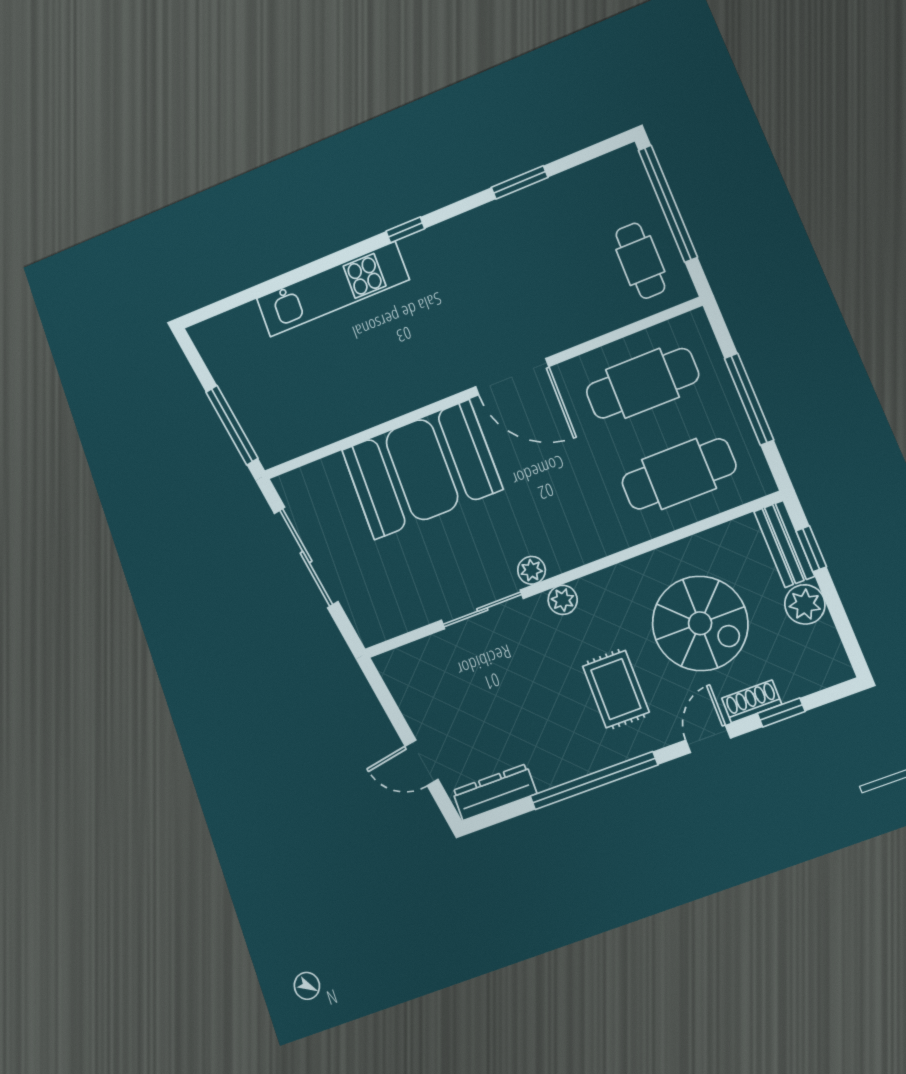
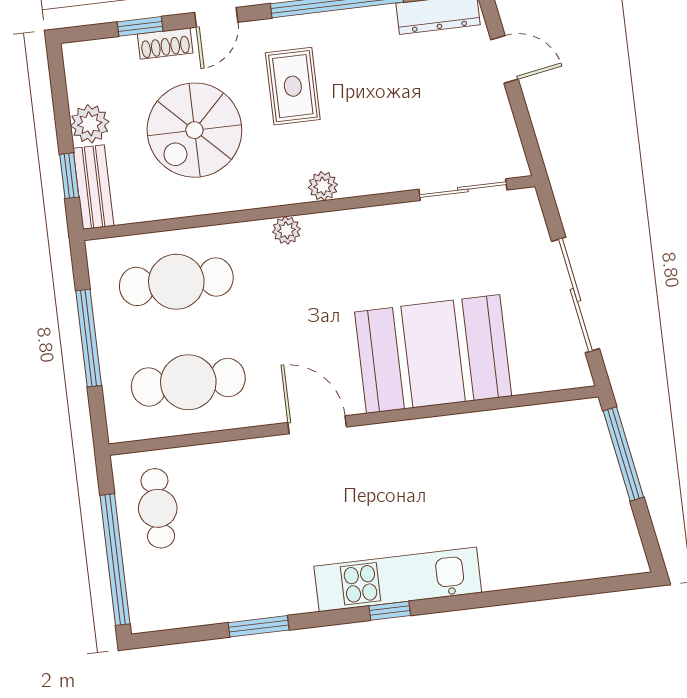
kitchen unit: (333, 289) -> (398, 579), moved
door: (512, 377) -> (317, 425), width x0.73
plant: (532, 570) -> (286, 230), moved
sliding door: (482, 609) -> (463, 190), moved
spiral stairs: (700, 623) -> (194, 130), turned -90

